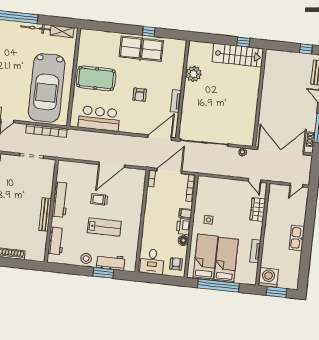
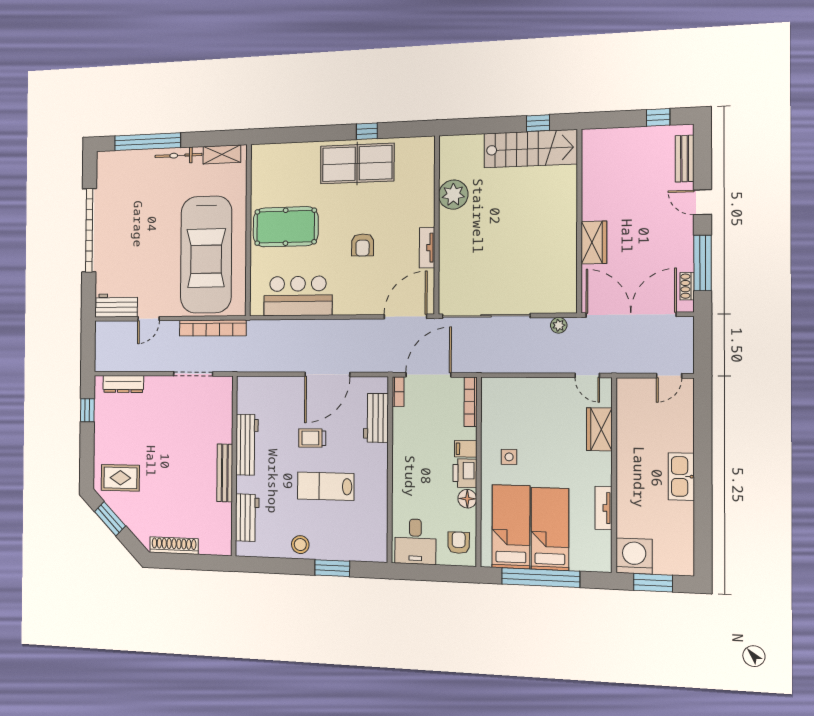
wardrobe: (266, 110) -> (594, 242), added
lab bench: (104, 227) -> (326, 486), turned 180
workbench: (111, 262) -> (376, 418), moved, turned -90

